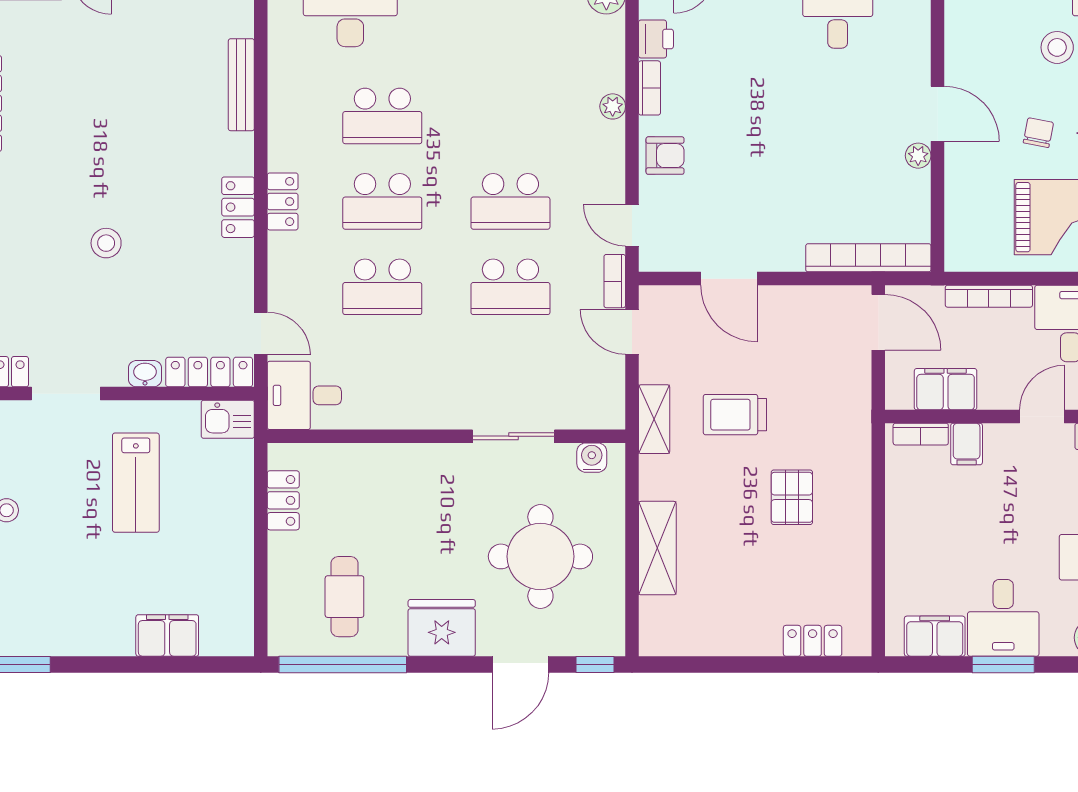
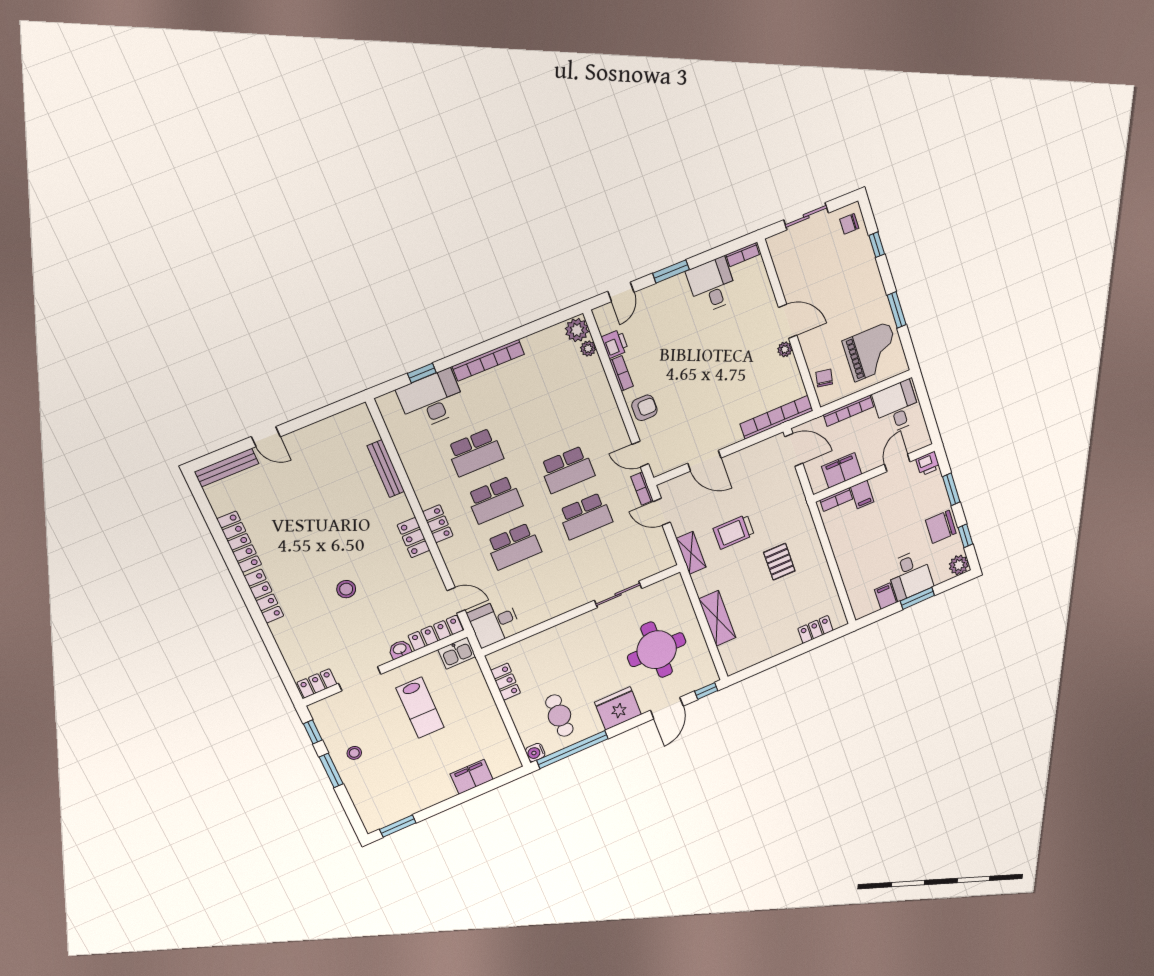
stool: (1057, 47) -> (842, 256), removed
plant: (613, 106) -> (588, 349), moved
chair: (1038, 133) -> (824, 378), moved
water cooler: (592, 458) -> (535, 752), moved, turned -90
filing cabinet: (935, 636) -> (885, 596), width x0.50

